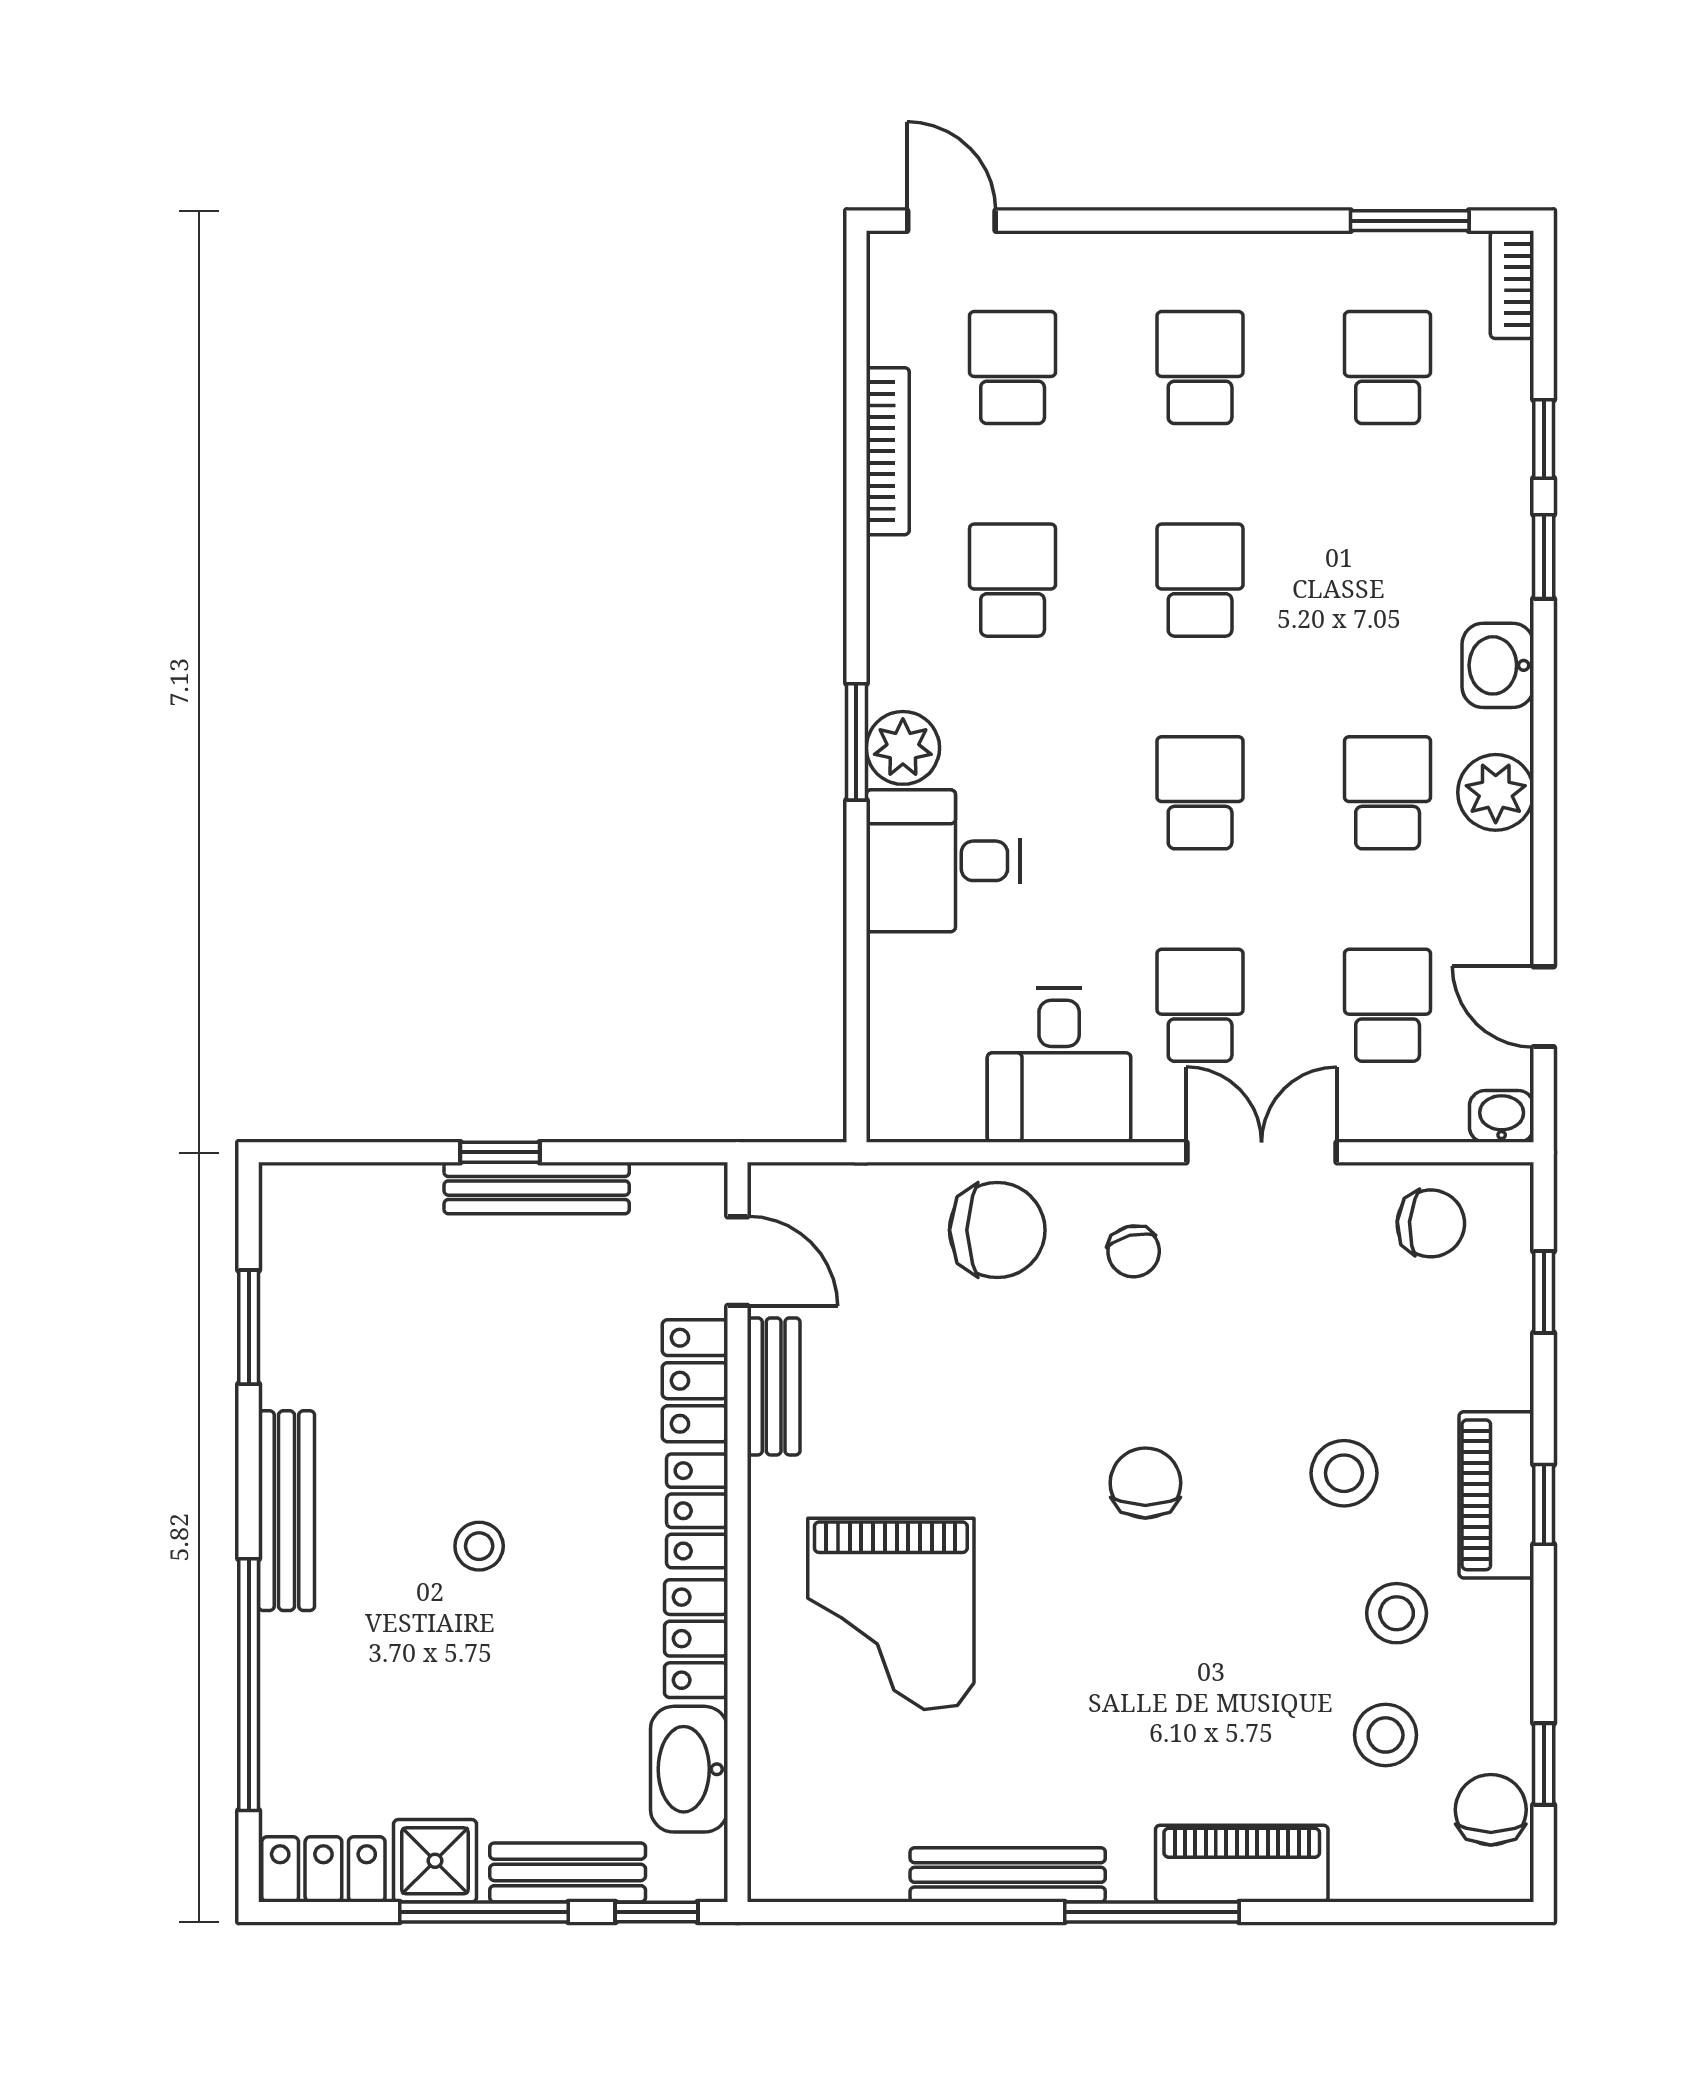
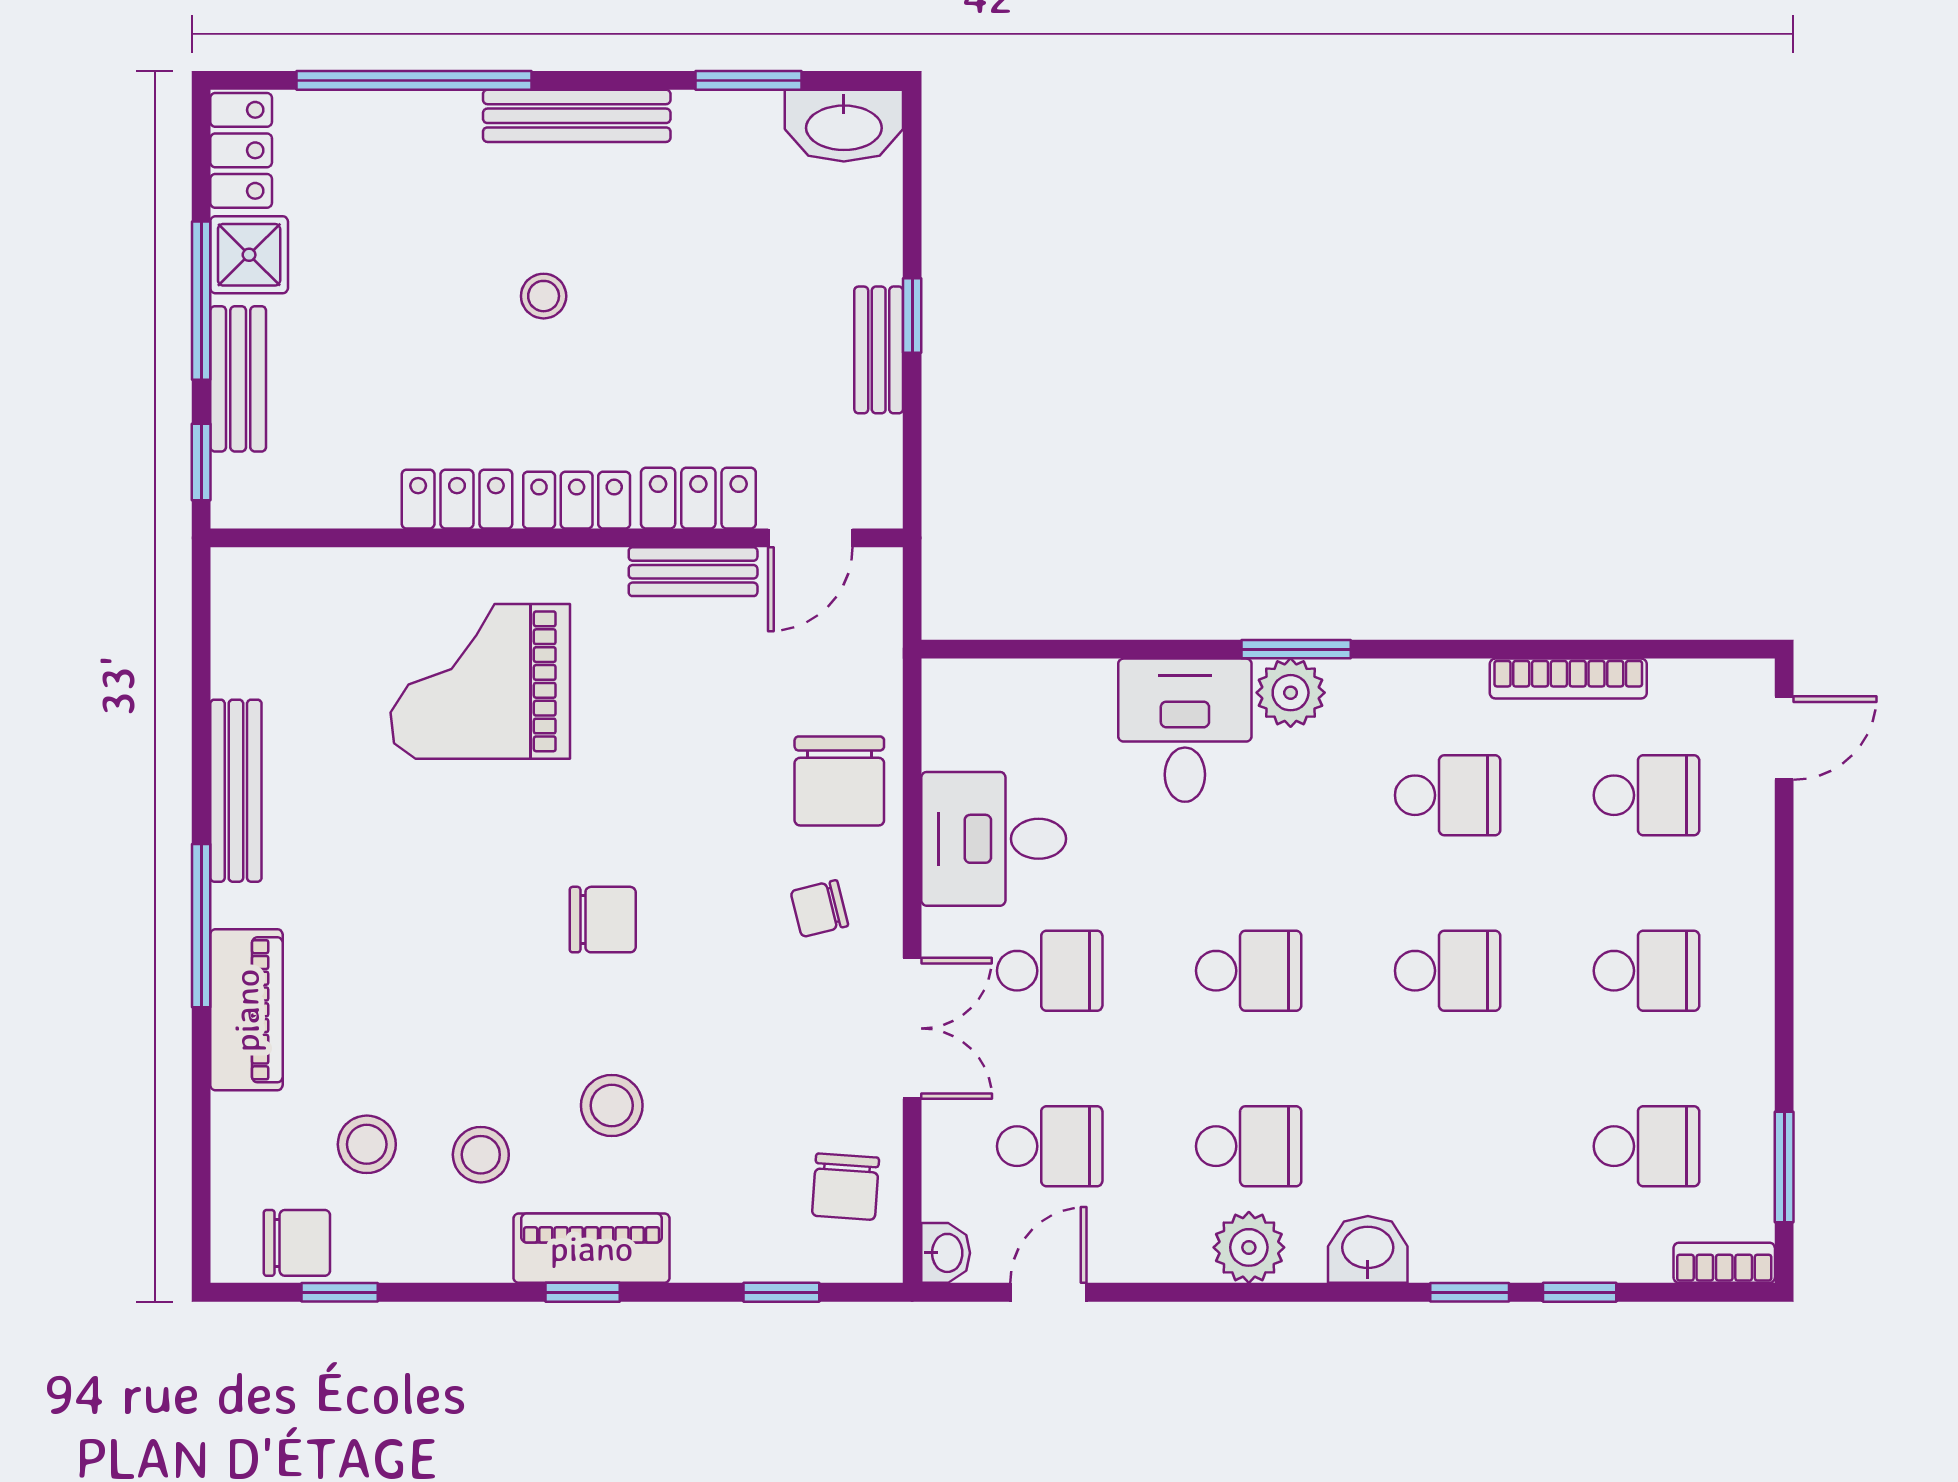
bench: (537, 1188) -> (879, 350), width x0.73
washbasin: (689, 1769) -> (844, 126), moved, turned 180

